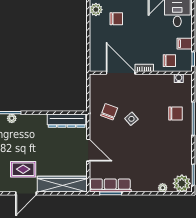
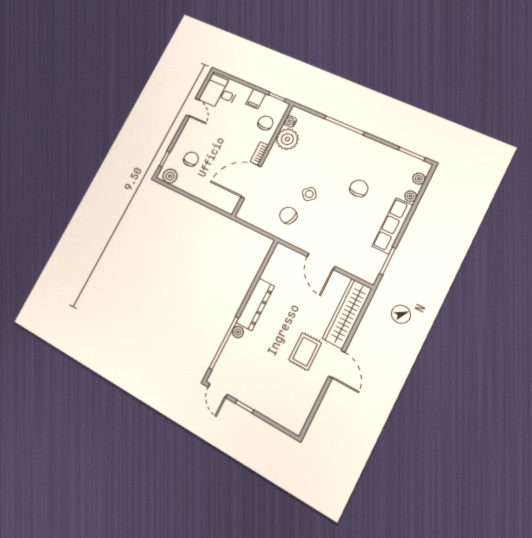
plant: (164, 83) -> (287, 139), added
chair: (175, 114) -> (359, 188), moved
dresser: (67, 121) -> (255, 304), moved
door: (88, 150) -> (321, 261), swing flipped
plant: (182, 183) -> (419, 179), width x0.53, depth x0.53
row of seats: (110, 186) -> (393, 226), moved

